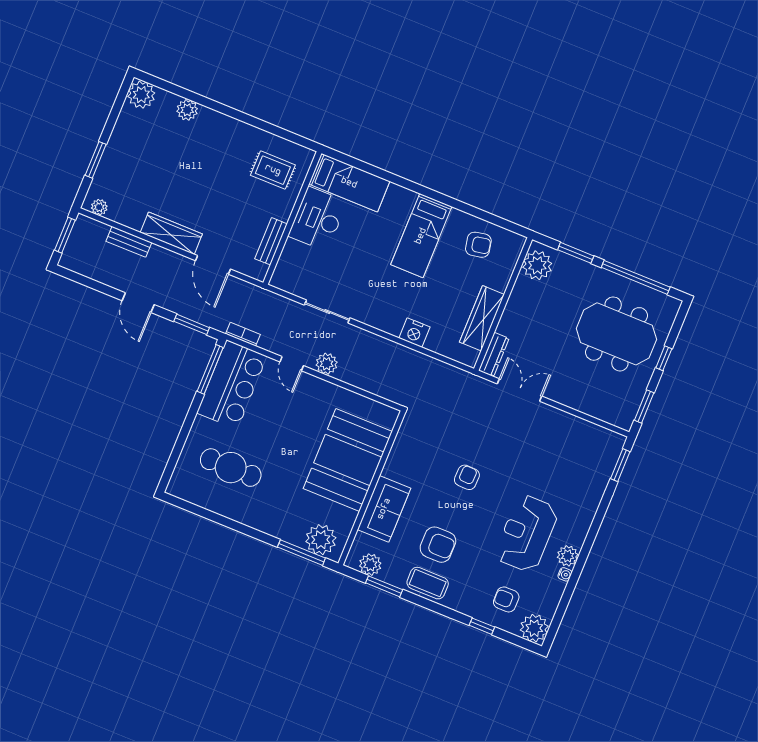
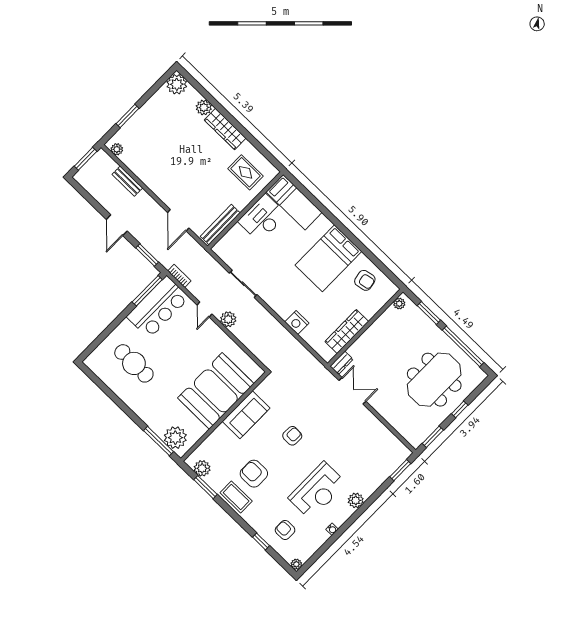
wardrobe: (171, 233) -> (225, 129), moved, turned 180
bed: (421, 236) -> (328, 258), width x1.50
bench: (271, 241) -> (220, 225), width x1.36
plant: (537, 265) -> (399, 304), width x0.53, depth x0.53
meeting table: (616, 334) -> (434, 380), turned 90
dresser: (494, 354) -> (342, 363), width x0.70
sofa: (384, 509) -> (246, 415), moved
reception desk: (527, 533) -> (317, 491), turned 180
armchair: (438, 545) -> (254, 474), turned 180
plant: (568, 556) -> (356, 500), moved
plant: (534, 628) -> (296, 564), width x0.53, depth x0.53

